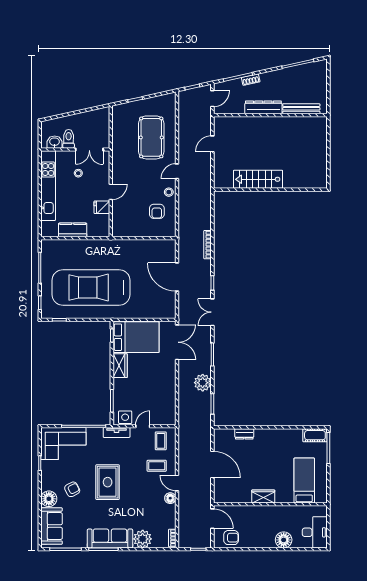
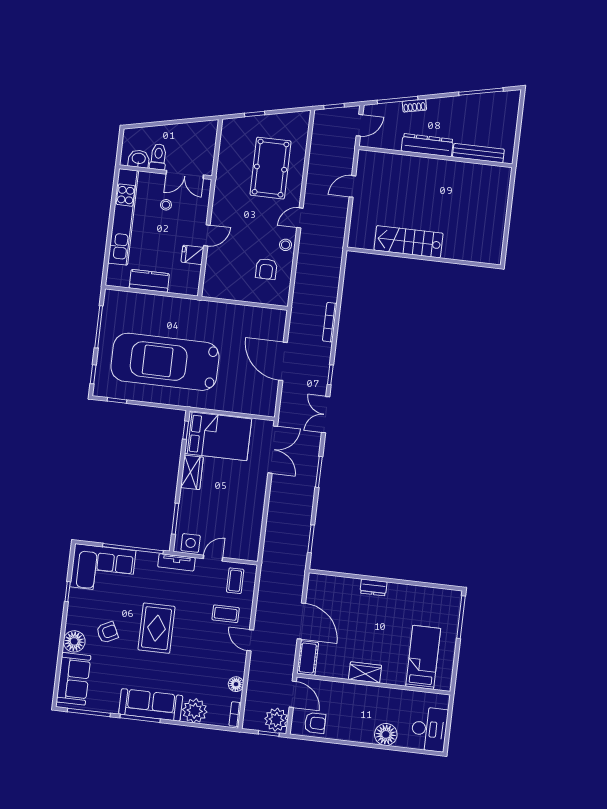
plant: (203, 383) -> (276, 720), moved
dresser: (244, 434) -> (374, 587), moved
cot: (315, 435) -> (308, 658), moved, turned 90
floor lamp: (170, 498) -> (236, 684), moved

